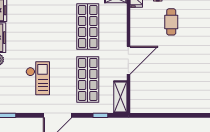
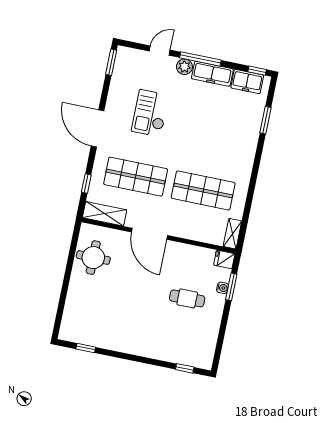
checkout: (38, 78) -> (150, 113), turned 90
round table: (155, 99) -> (93, 258), added

